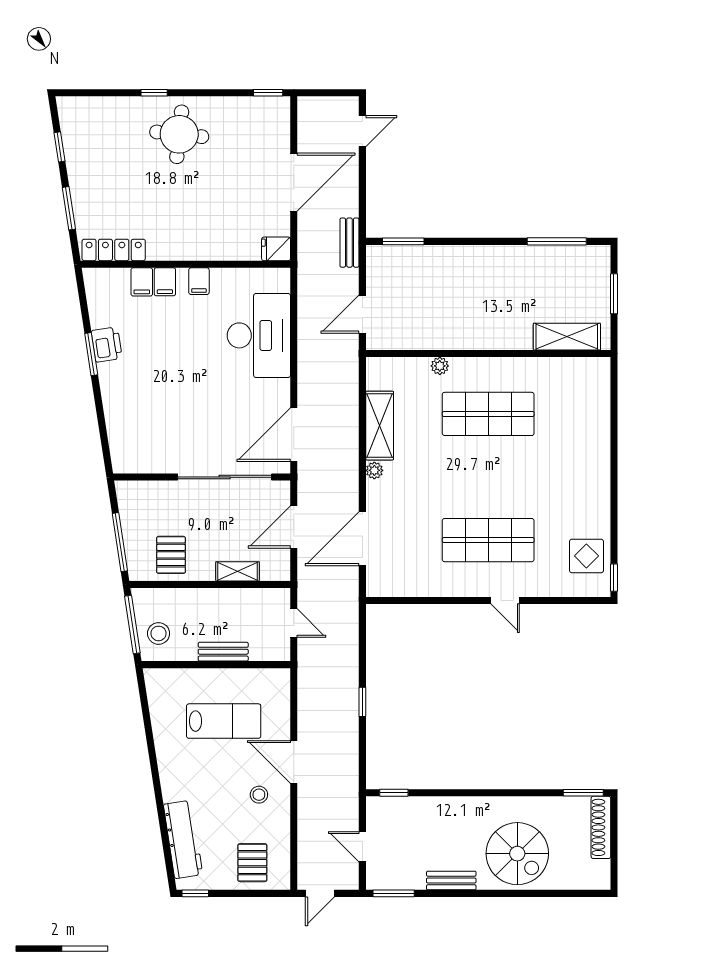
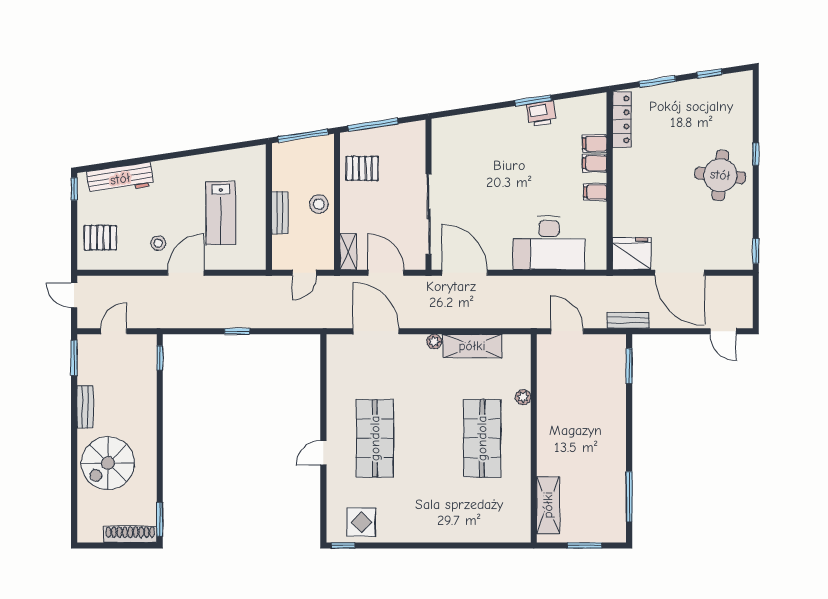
fridge: (276, 249) -> (632, 254), width x1.88, depth x1.34
shelving: (238, 571) -> (348, 252), moved
stool: (159, 633) -> (319, 204), moved

